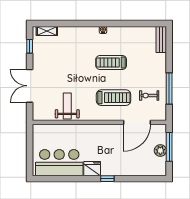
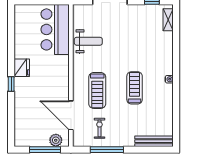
bench: (161, 39) -> (154, 141), width x1.36
plant: (160, 150) -> (56, 140), moved
bar counter: (59, 163) -> (55, 29), moved, turned 180

